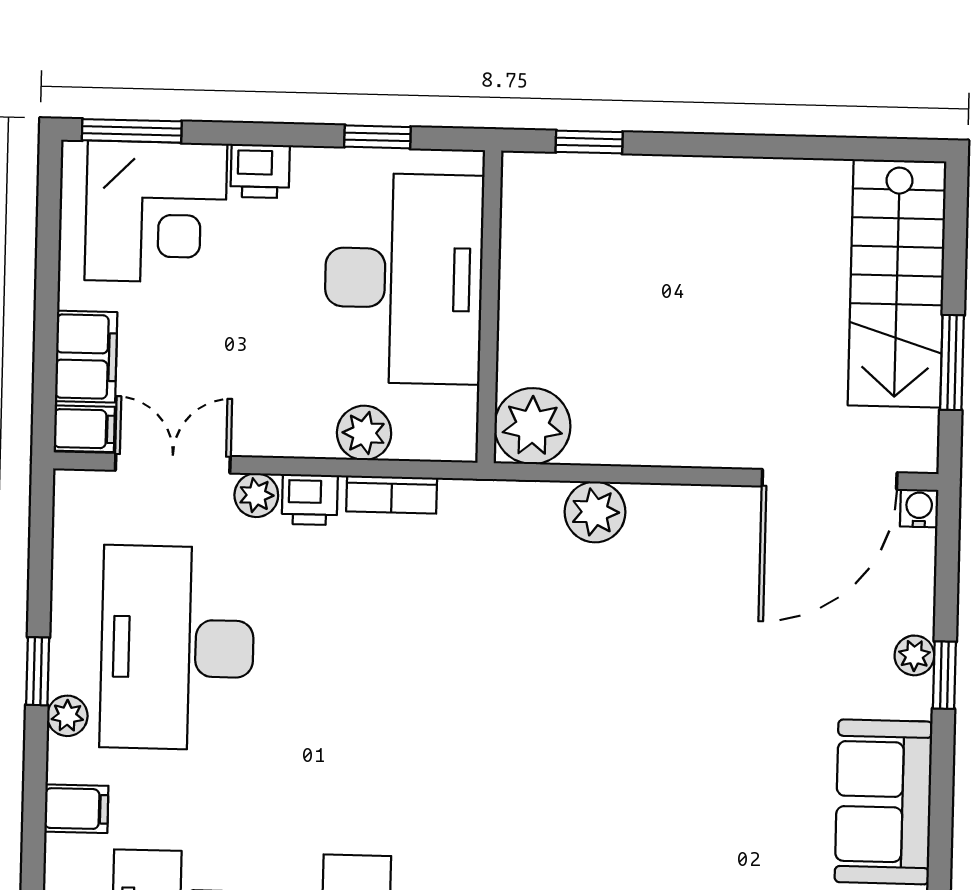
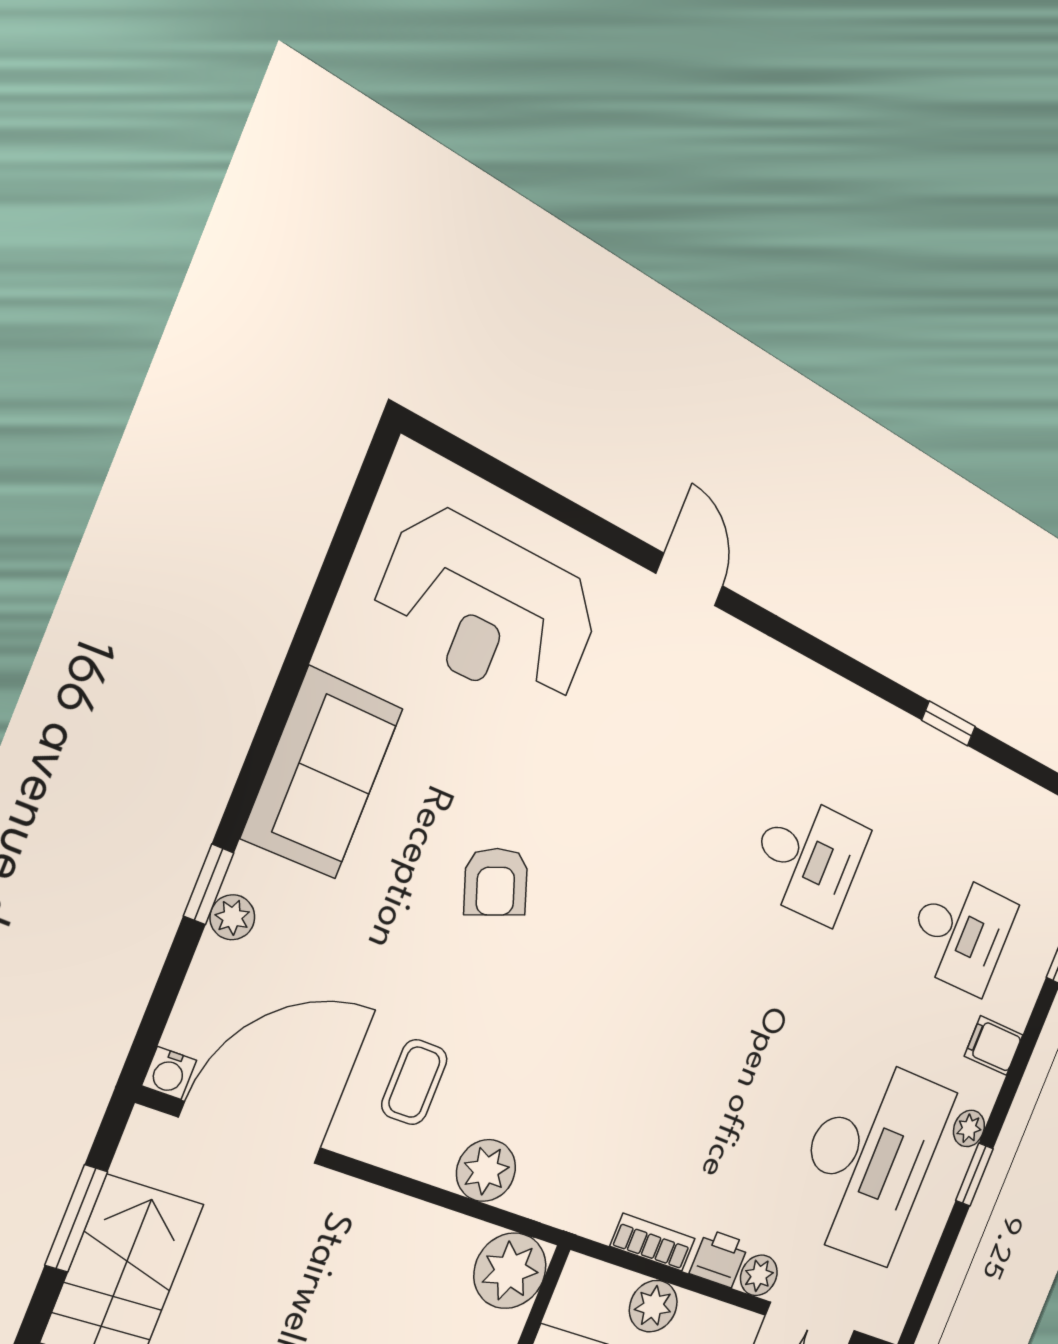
coffee table: (697, 570) -> (414, 1082), added
armchair: (691, 771) -> (496, 882), added

